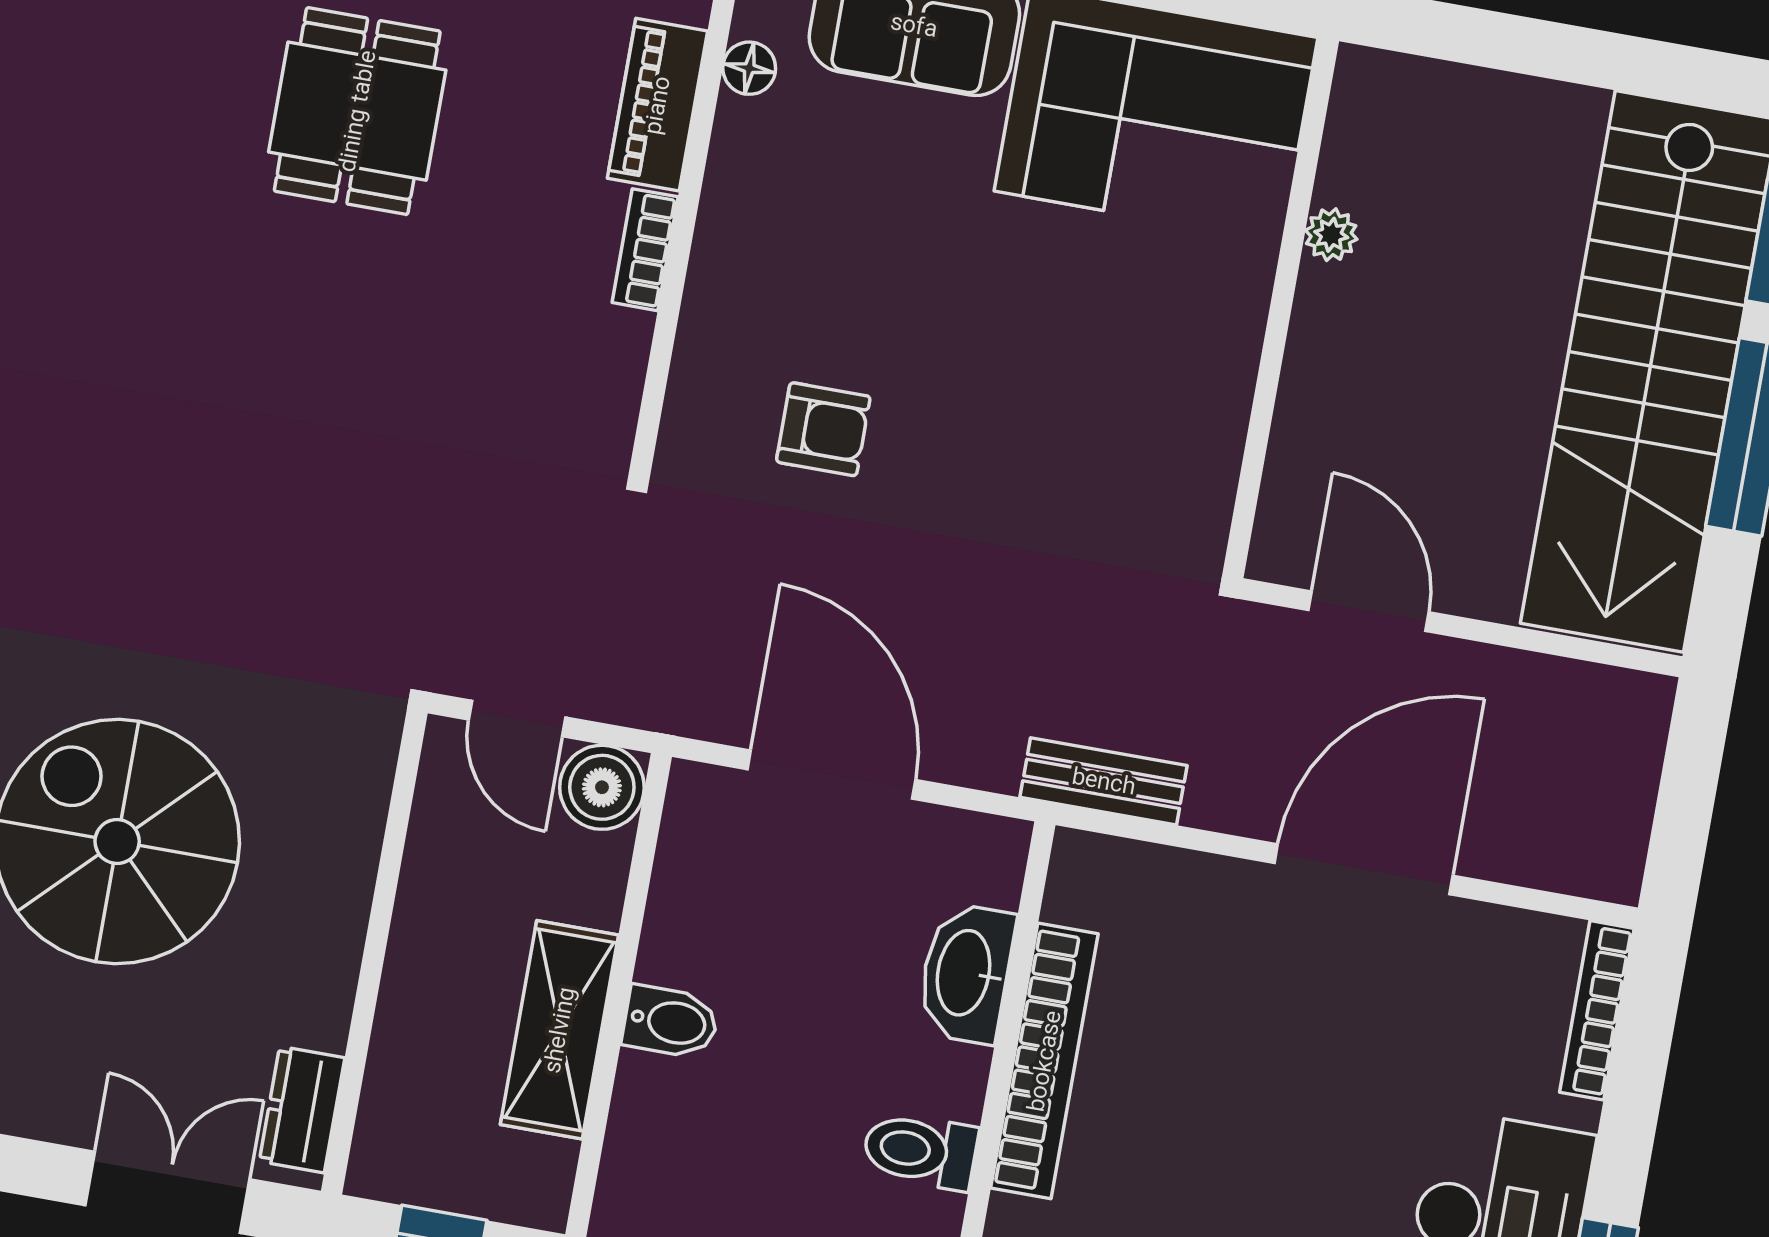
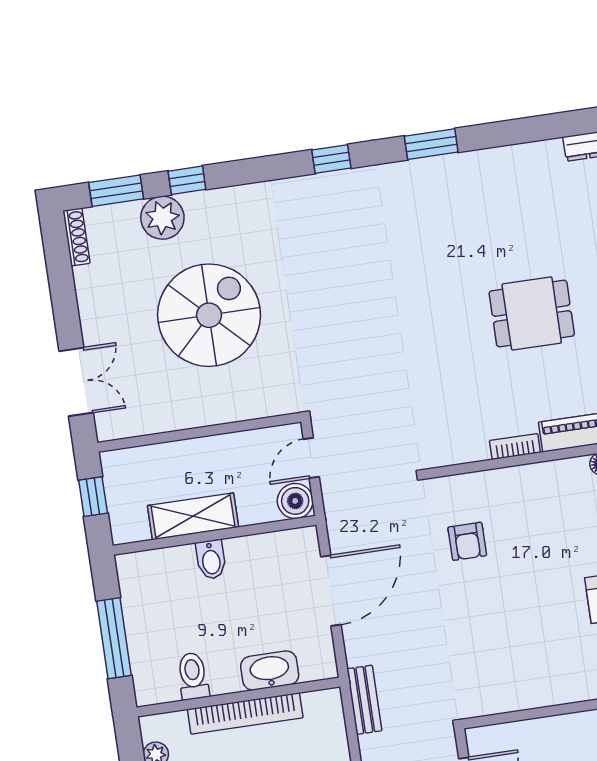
dresser: (302, 1110) -> (127, 425), removed

